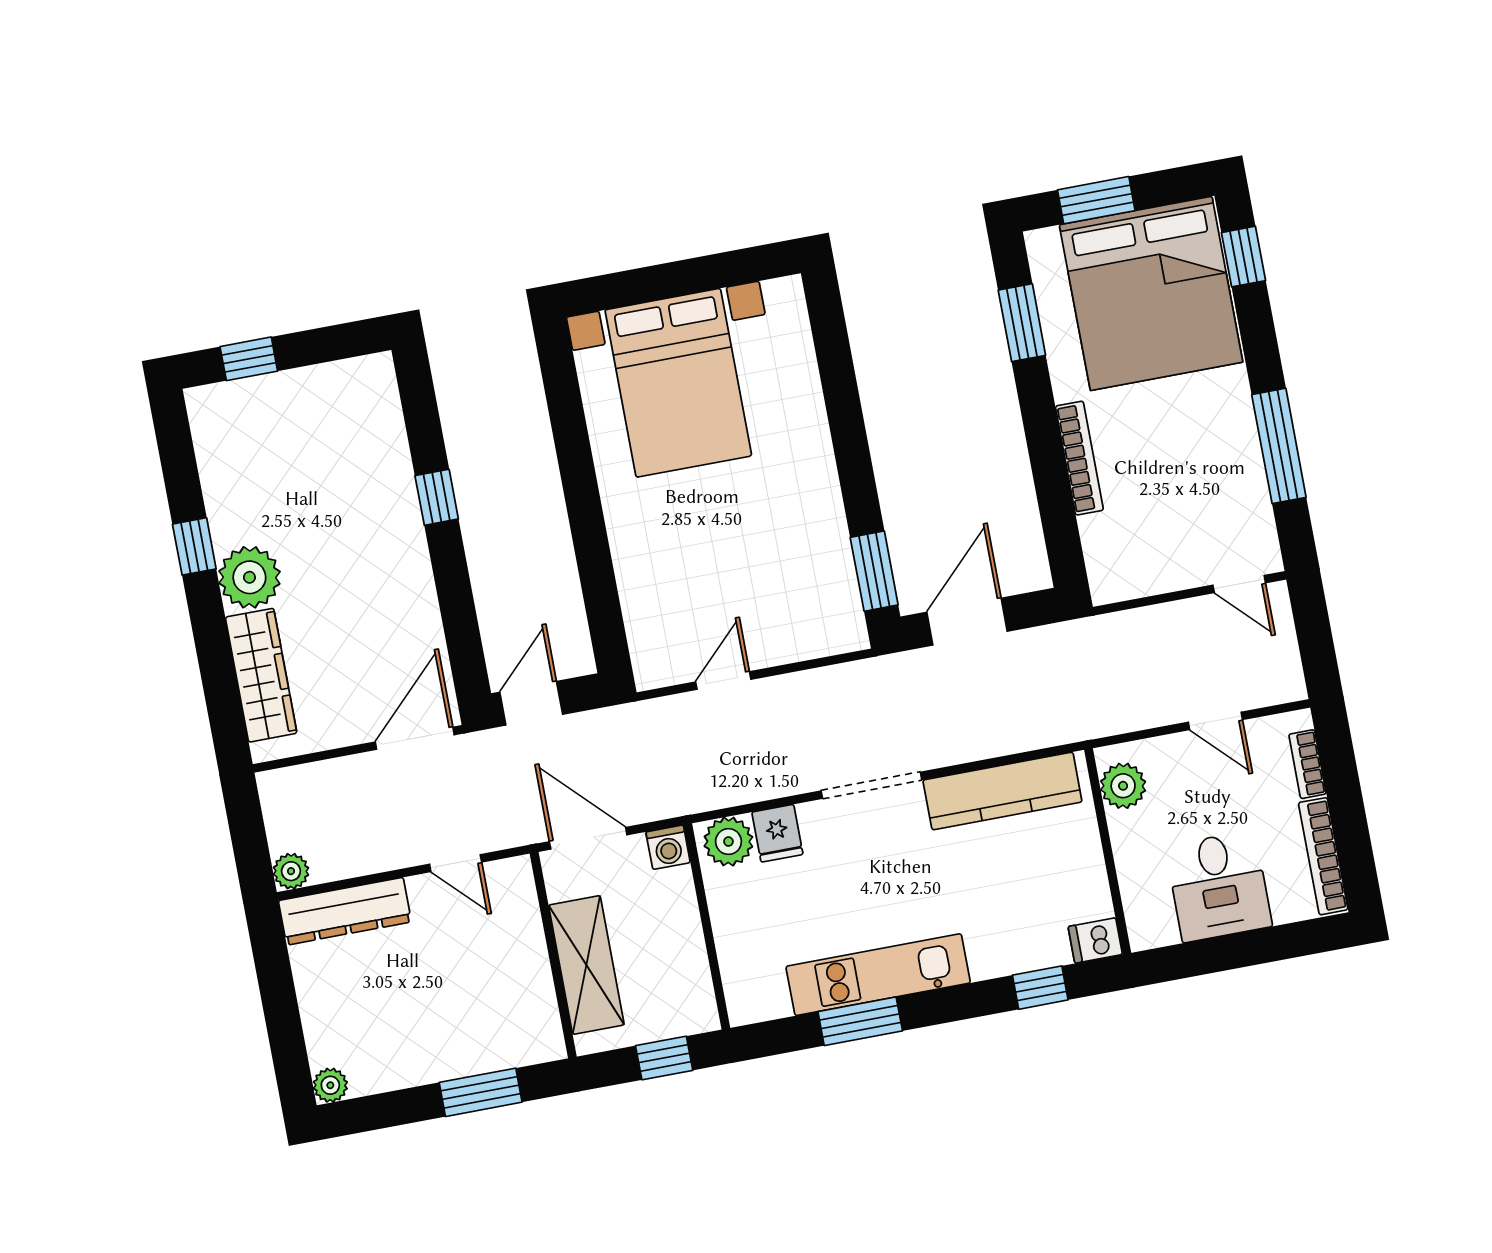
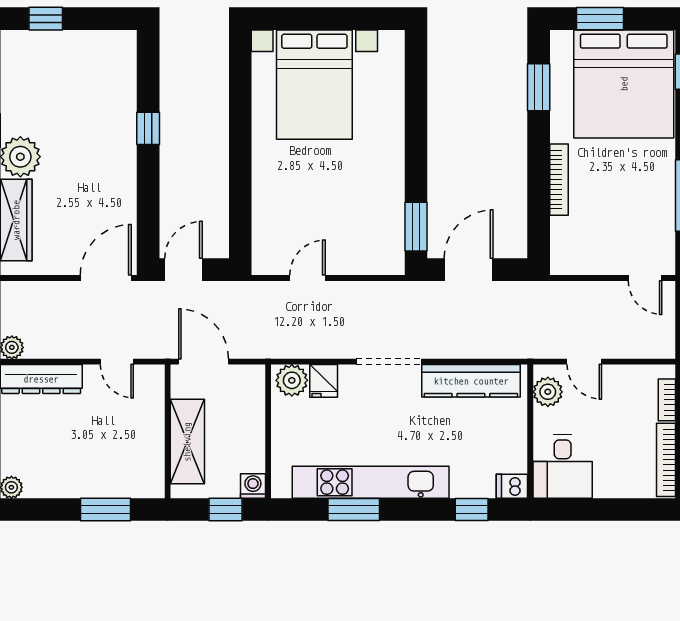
door: (1215, 721) -> (584, 362), moved
washing machine: (668, 847) -> (253, 486), moved, turned 180
desk: (1219, 886) -> (563, 467), moved
kitchen unit: (878, 975) -> (371, 482), width x1.36

